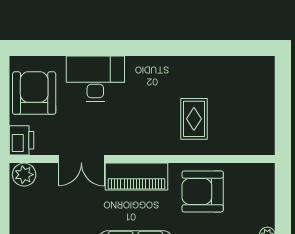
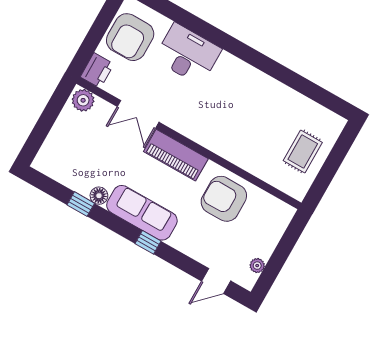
armchair: (34, 93) -> (130, 37), turned 180
rug: (194, 119) -> (303, 152), moved

